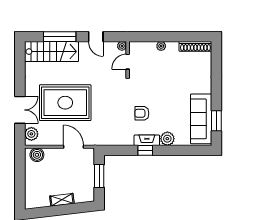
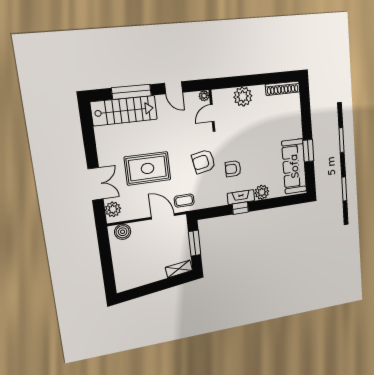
plant: (161, 46) -> (243, 97), width x1.87, depth x1.87
rug: (65, 103) -> (147, 168), width x0.73, depth x0.69
armchair: (115, 103) -> (204, 162), added
window: (216, 121) -> (308, 151), moved
coffee table: (94, 136) -> (184, 201), added
shelving: (62, 200) -> (179, 269), moved

